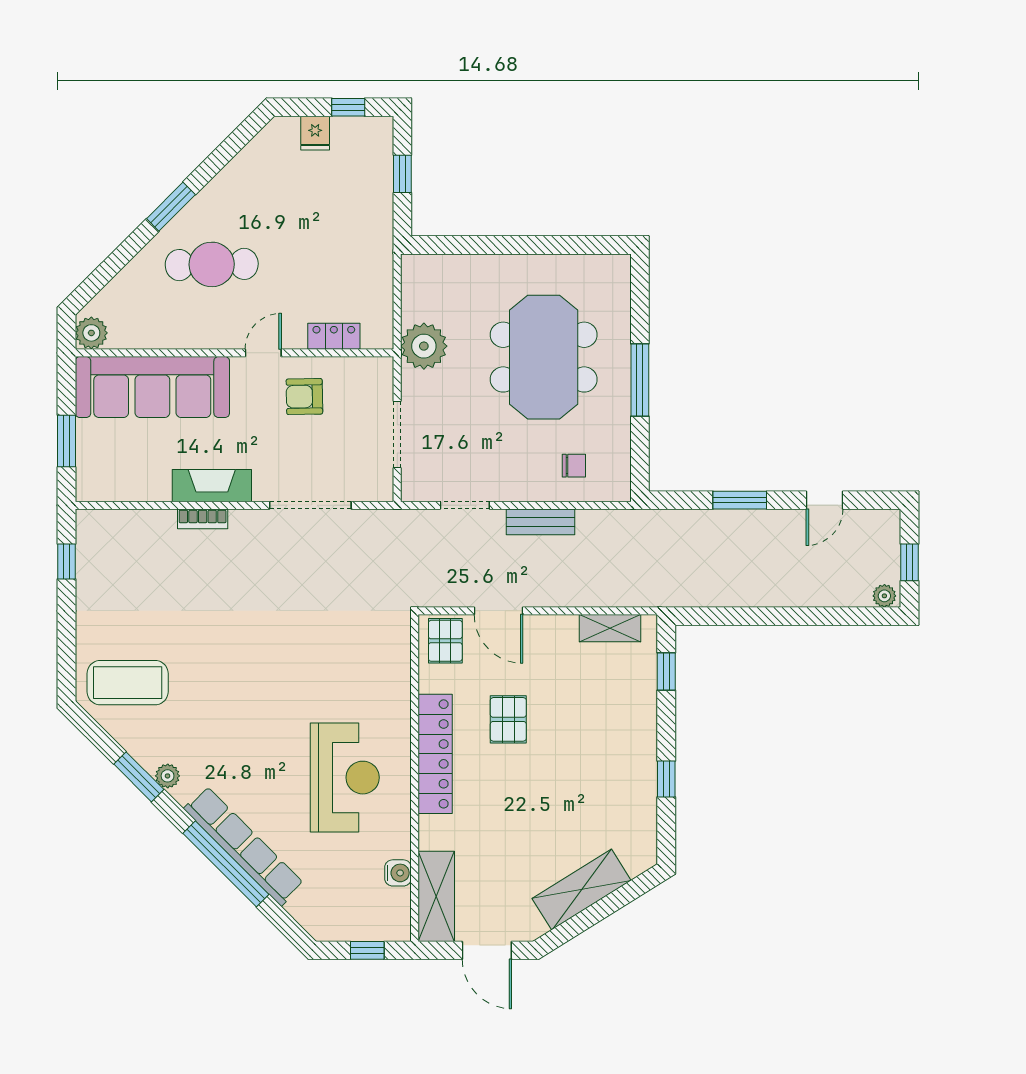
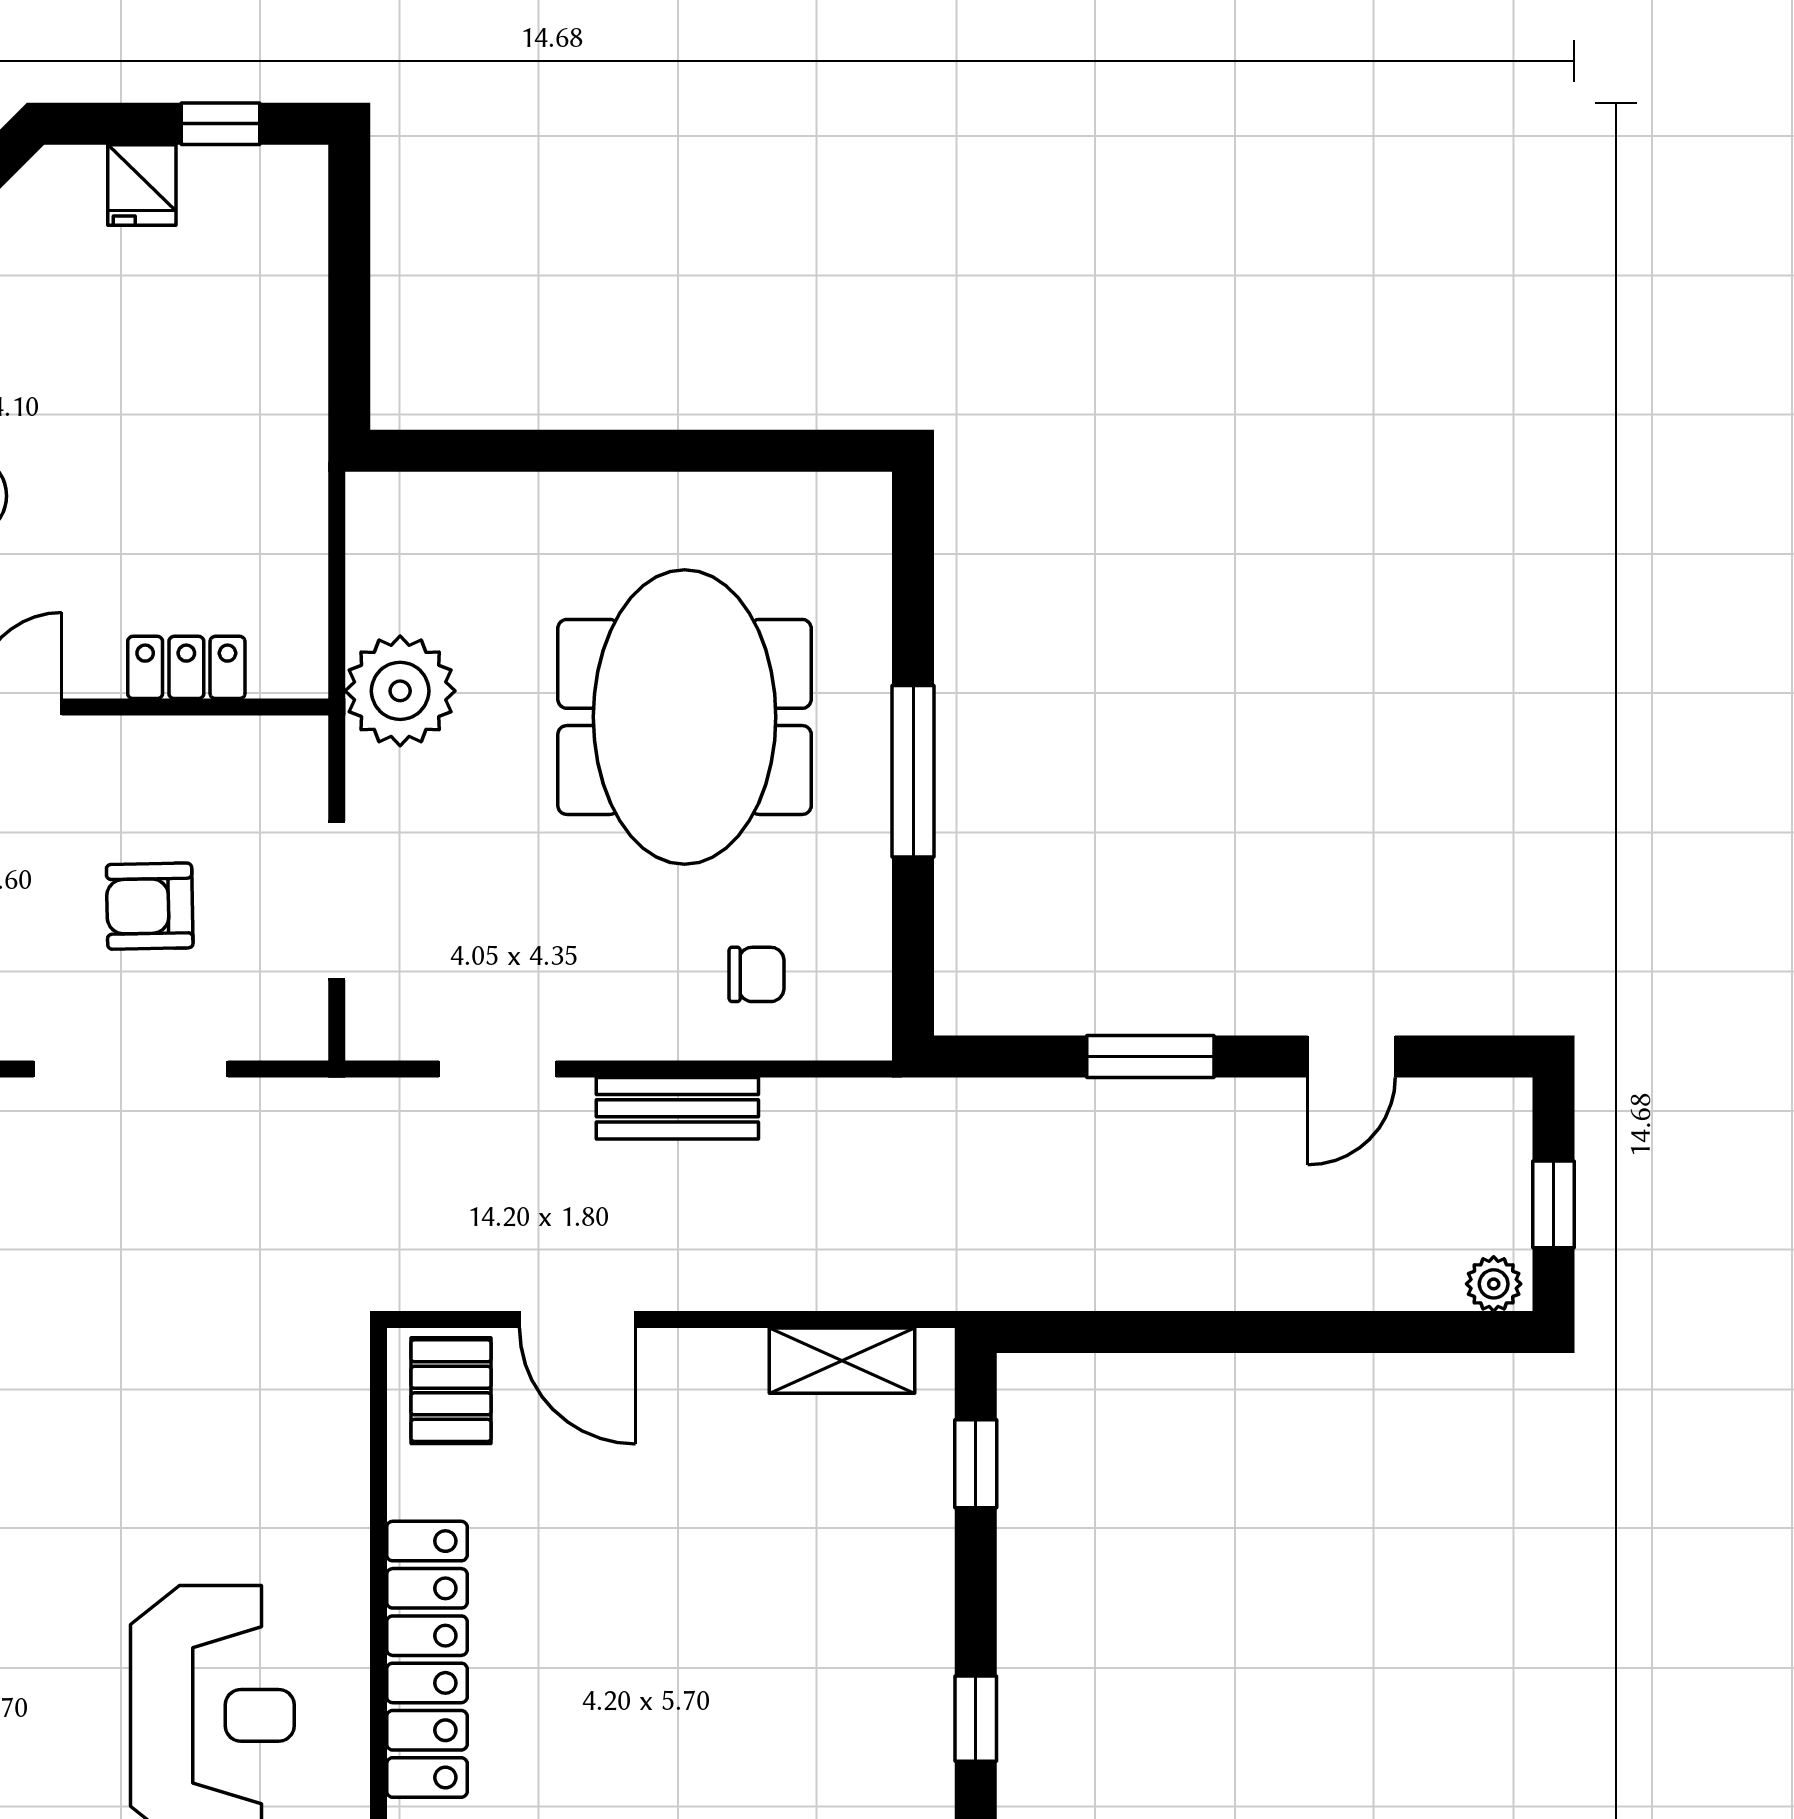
window: (402, 174) -> (349, 282), removed
armchair: (304, 397) -> (150, 906), moved
pallet: (508, 719) -> (601, 1577), removed

